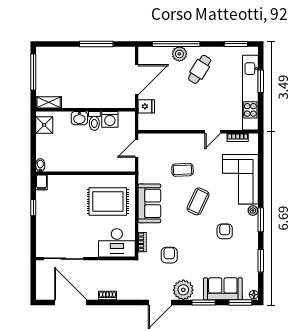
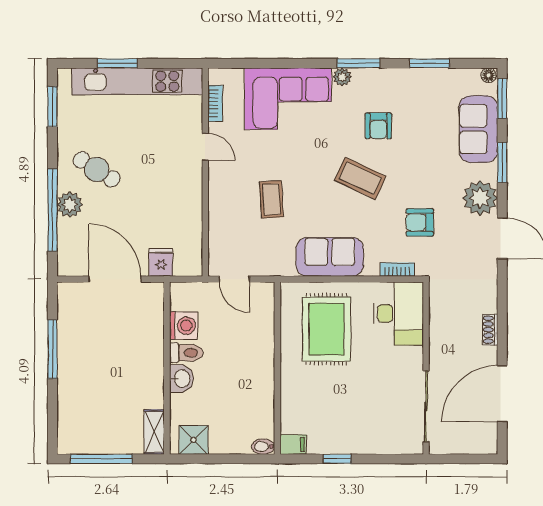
coffee table: (198, 201) -> (360, 178), moved
armchair: (225, 231) -> (378, 126), turned -90

